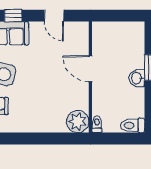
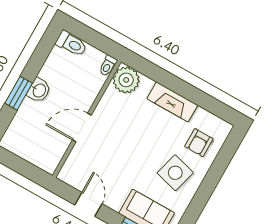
door: (90, 69) -> (82, 127), swing flipped
fireplace: (35, 125) -> (172, 102), added

